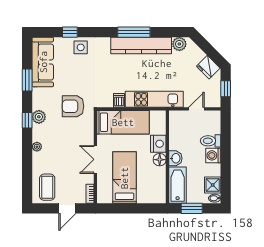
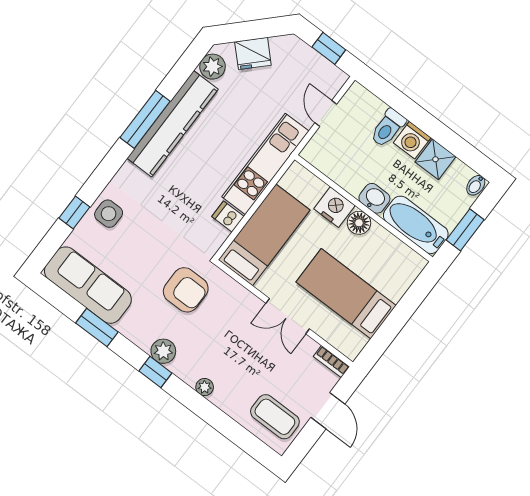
fridge: (208, 67) -> (253, 53), moved
armchair: (73, 106) -> (186, 290), turned -90
shower: (213, 185) -> (435, 159), moved

